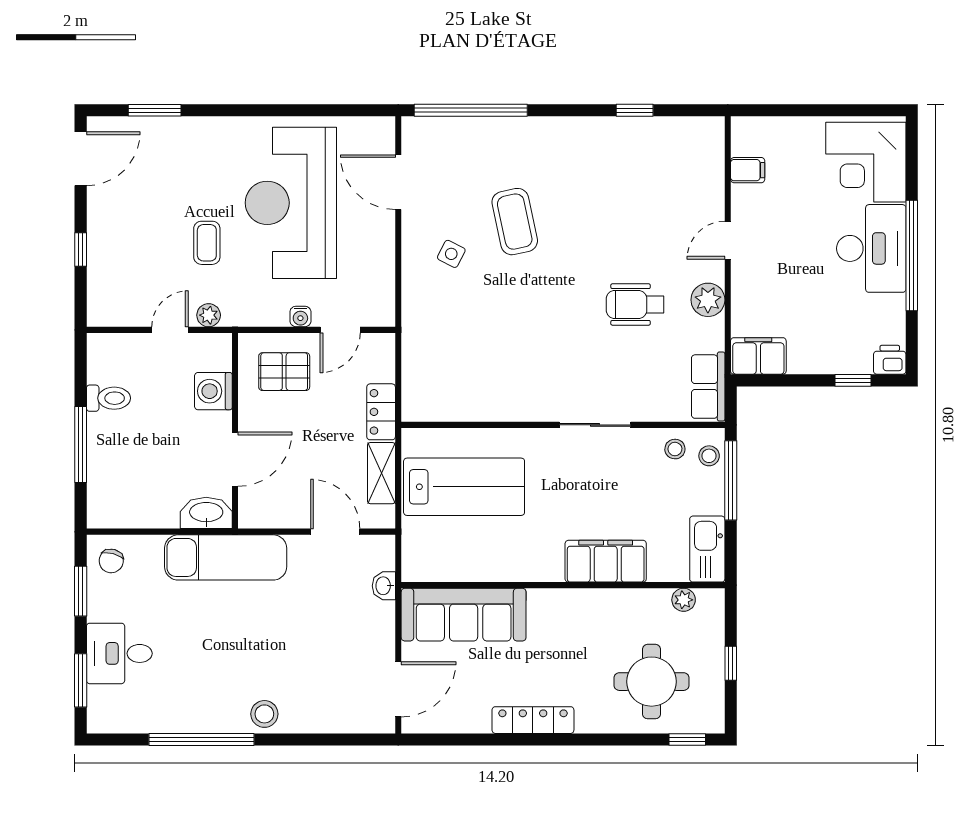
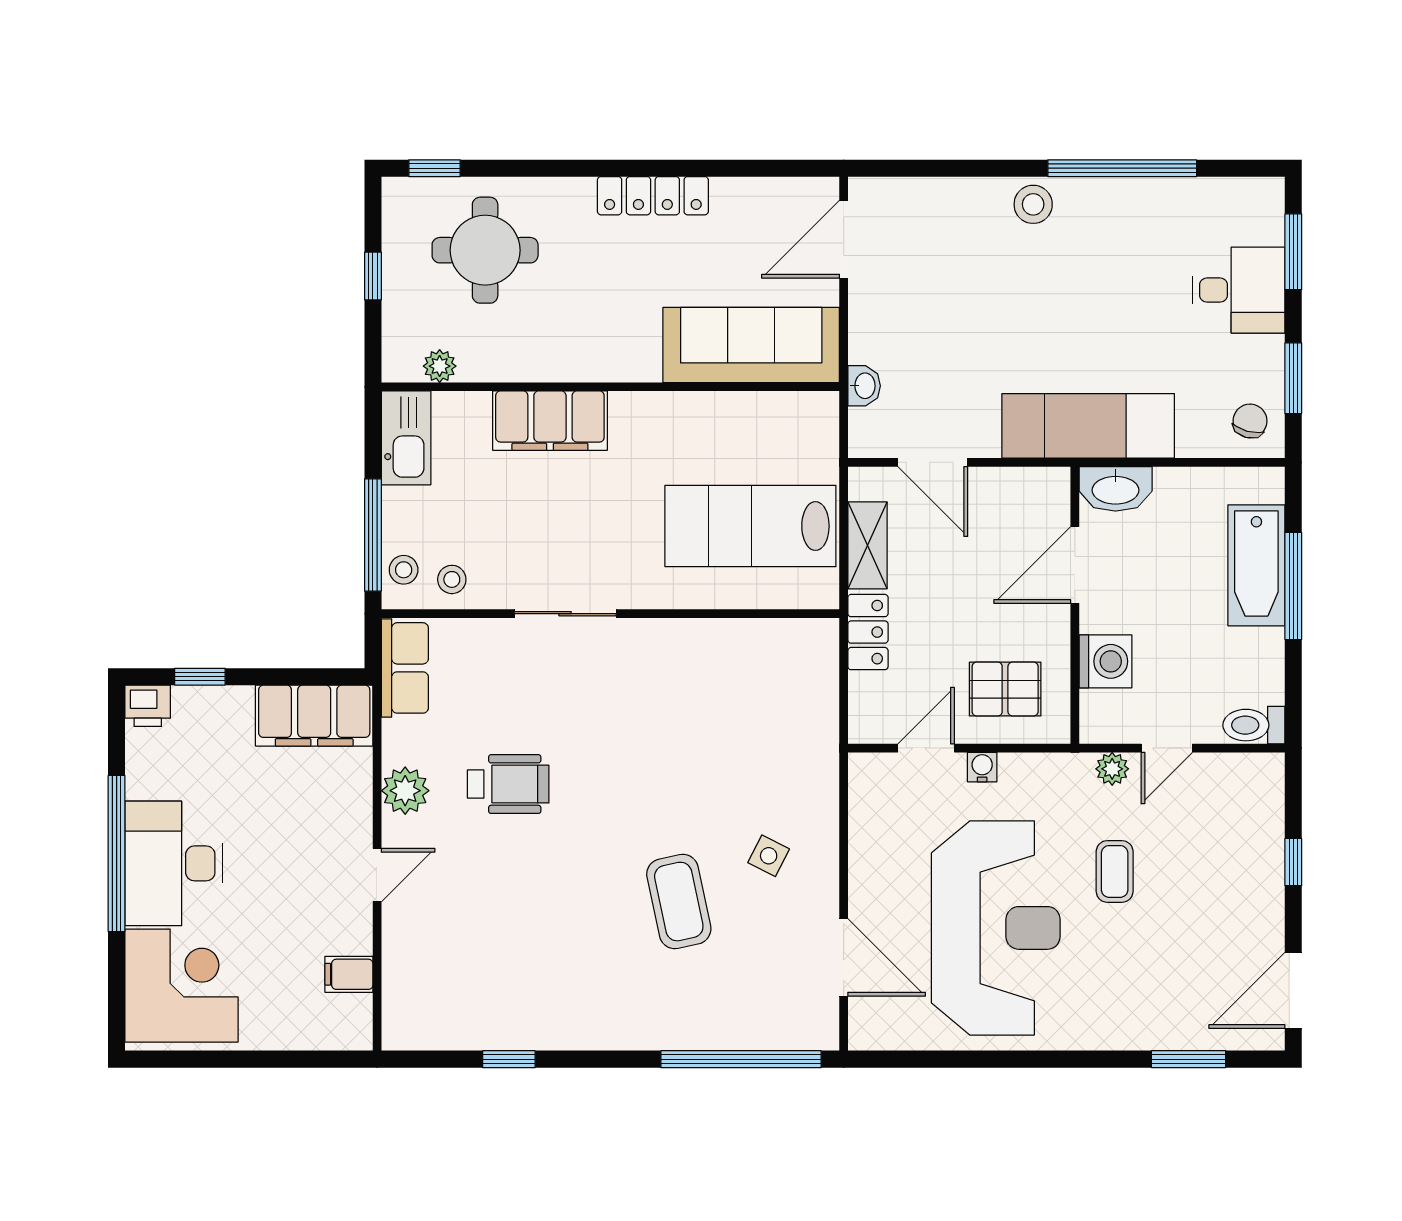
filing cabinet: (758, 356) -> (314, 716), width x1.50, depth x1.17
toilet: (108, 398) -> (1254, 725), moved
bathtub: (107, 459) -> (1256, 565), added

